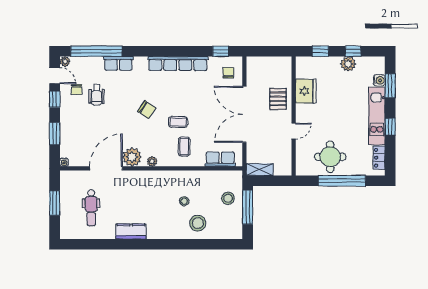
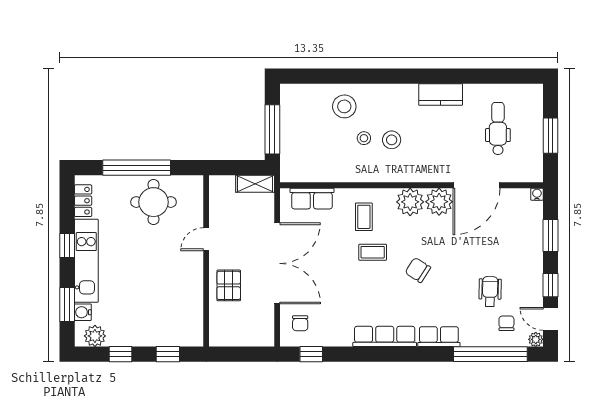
row of seats: (118, 63) -> (439, 337), moved
row of seats: (178, 63) -> (385, 336), width x0.73
plant: (348, 64) -> (95, 336), moved
chair: (77, 90) -> (506, 323), moved
fridge: (306, 91) -> (189, 297), removed
plant: (152, 161) -> (410, 202), width x1.88, depth x1.88
stool: (228, 198) -> (392, 140), moved

